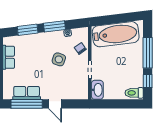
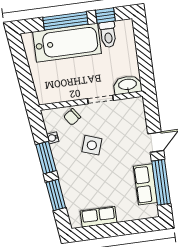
bathtub: (116, 34) -> (67, 43), moved, turned 97
toilet: (134, 93) -> (108, 34), moved

